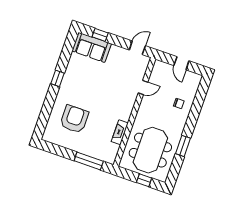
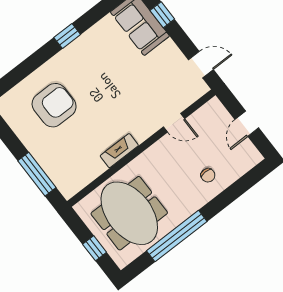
fireplace: (120, 132) -> (119, 151), moved
window: (183, 146) -> (177, 236), width x2.11
meeting table: (150, 150) -> (129, 213), turned 90

